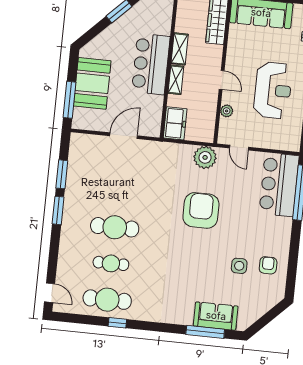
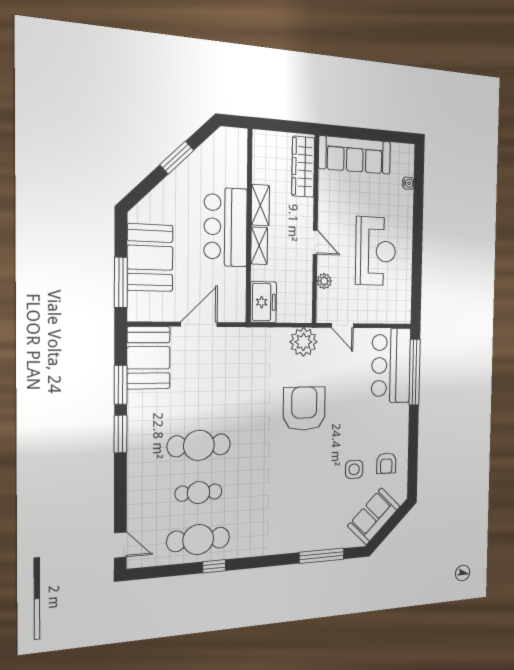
booth: (84, 157) -> (149, 358), added
armchair: (268, 265) -> (386, 463), turned 180
sofa: (216, 316) -> (374, 516), moved, turned -45

